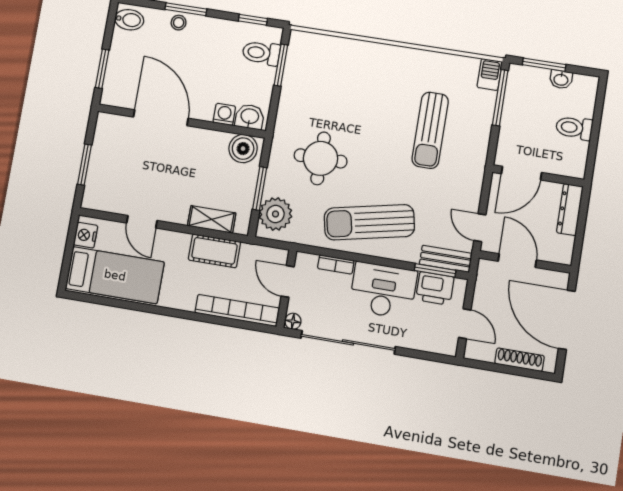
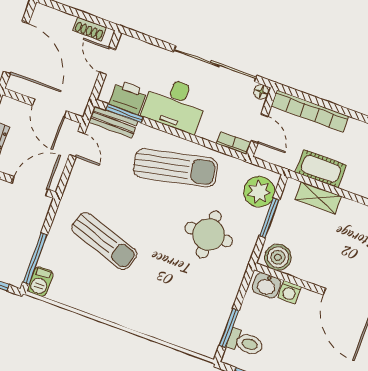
sun lounger: (430, 130) -> (104, 241), turned 108
bookcase: (336, 265) -> (234, 143), moved
shoe rack: (520, 360) -> (90, 29), moved, width x0.70

